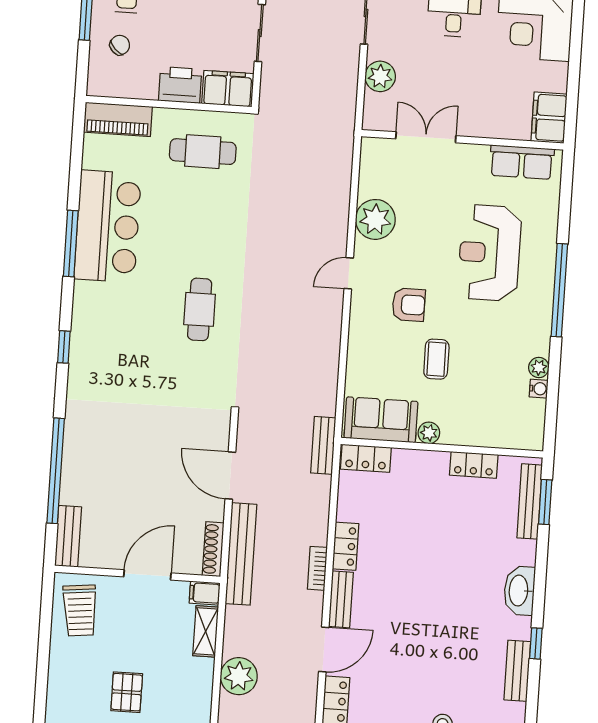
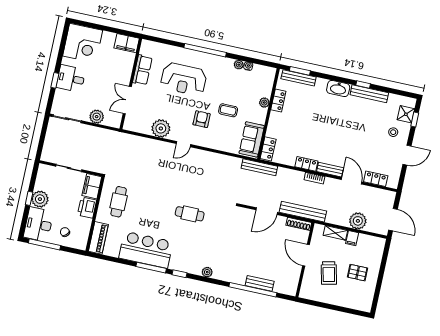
row of seats: (522, 162) -> (142, 70), moved
door: (349, 273) -> (183, 144), hinge flipped
window: (64, 347) -> (179, 274), moved
plant: (79, 366) -> (207, 272), added
plant: (429, 433) -> (264, 103), moved
bench: (323, 445) -> (259, 167), width x1.36
bench: (68, 536) -> (260, 283), moved
filing cabinet: (205, 593) -> (352, 238), moved
trolley: (80, 610) -> (329, 273), moved, turned 83
bench: (517, 671) -> (369, 94), width x1.36

